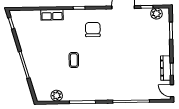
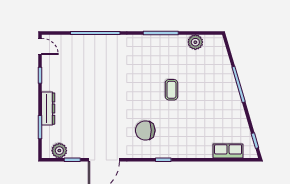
row of seats: (52, 15) -> (228, 151), moved
chair: (93, 29) -> (145, 130), turned 90
dresser: (166, 68) -> (48, 109), moved

